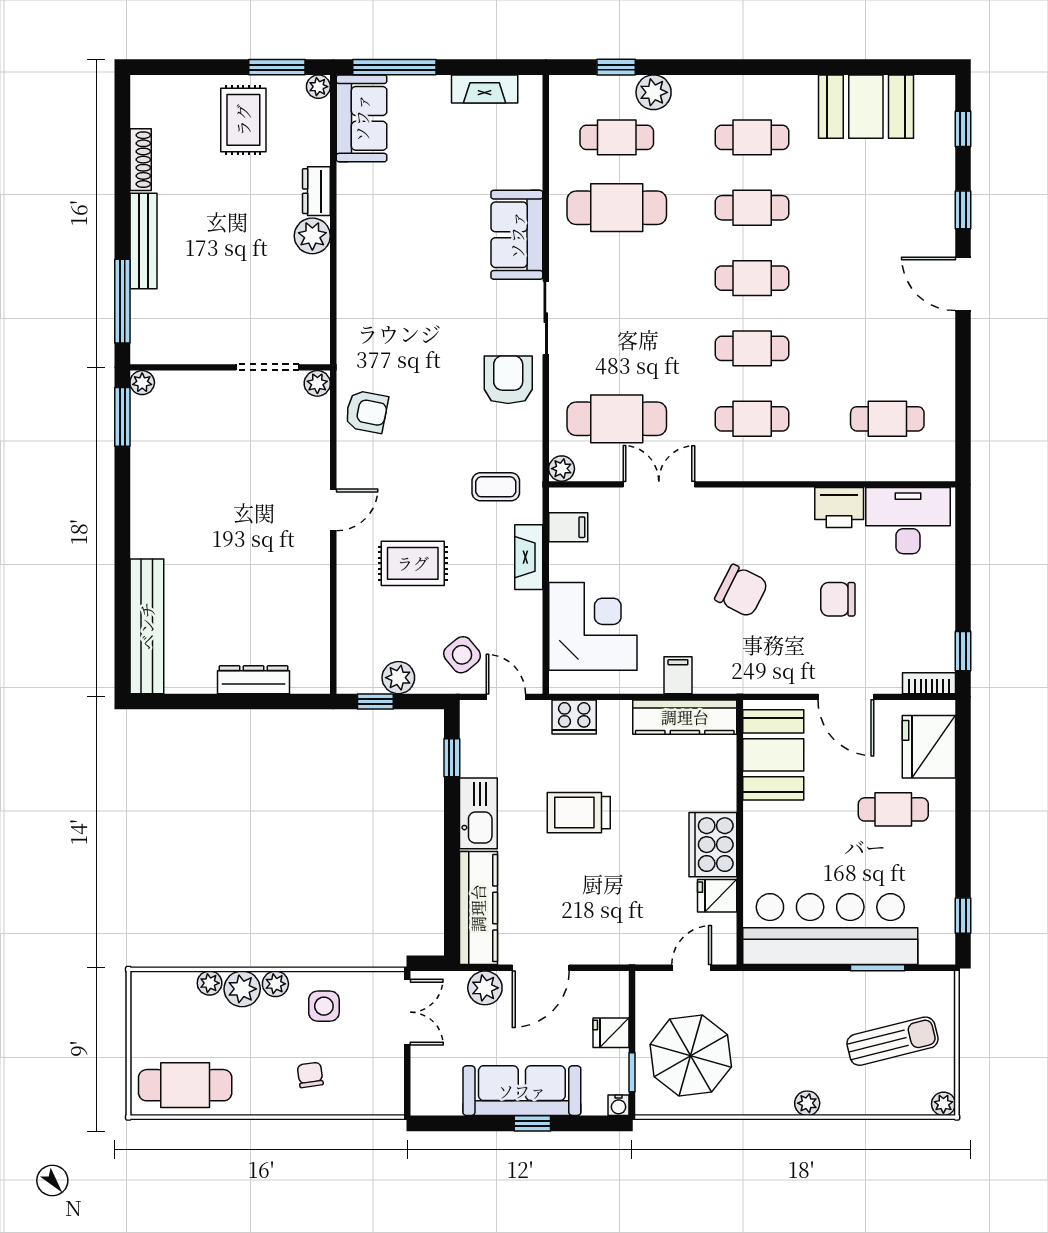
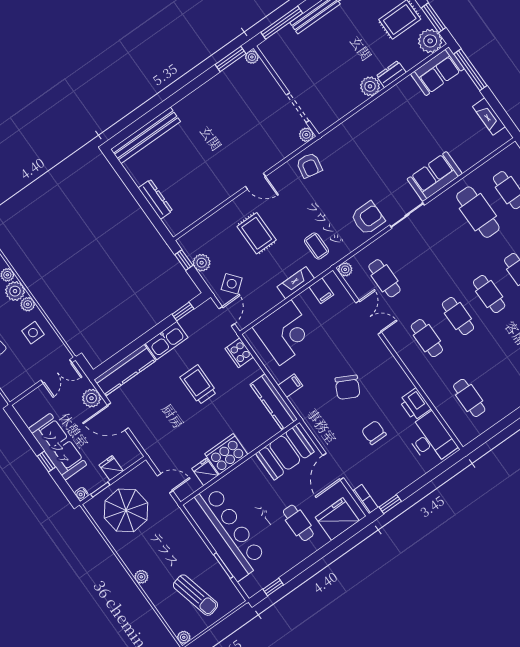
plant: (318, 87) -> (430, 41), width x1.88, depth x1.88
cafe table: (617, 419) -> (384, 278), width x0.73, depth x0.74

